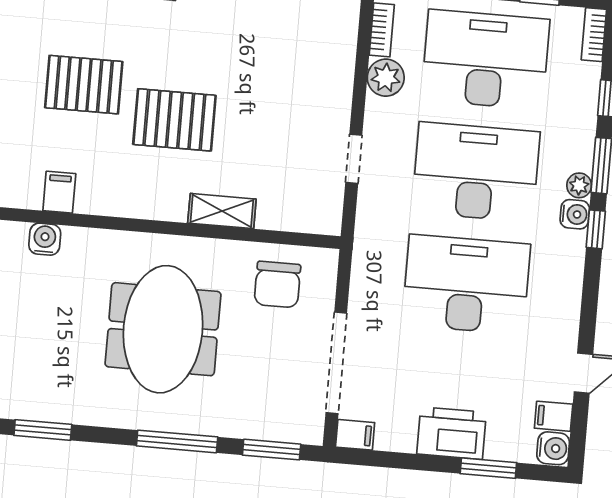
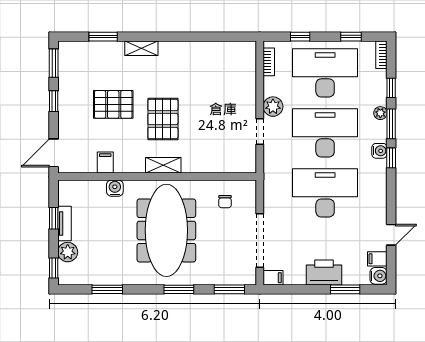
plant: (386, 78) -> (273, 107), moved
pallet: (174, 120) -> (163, 119), turned 90
plant: (579, 185) -> (380, 113), moved
shelving: (222, 211) -> (163, 165), moved
water cooler: (45, 239) -> (115, 188), moved
chair: (277, 285) -> (225, 202), width x0.54, depth x0.54
meeting table: (163, 329) -> (166, 230), width x1.36
window: (177, 441) -> (179, 289), width x0.69

